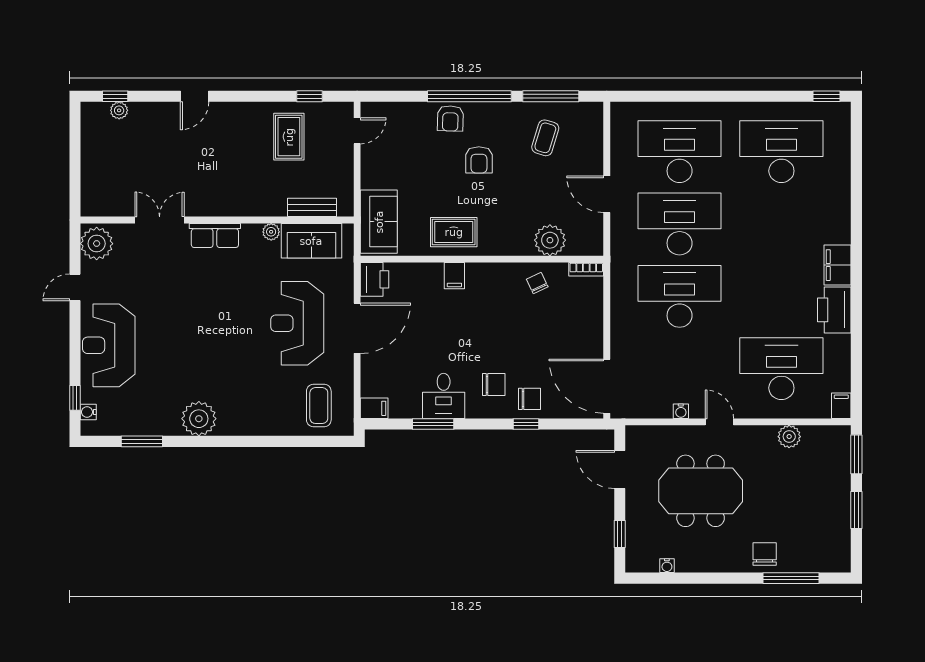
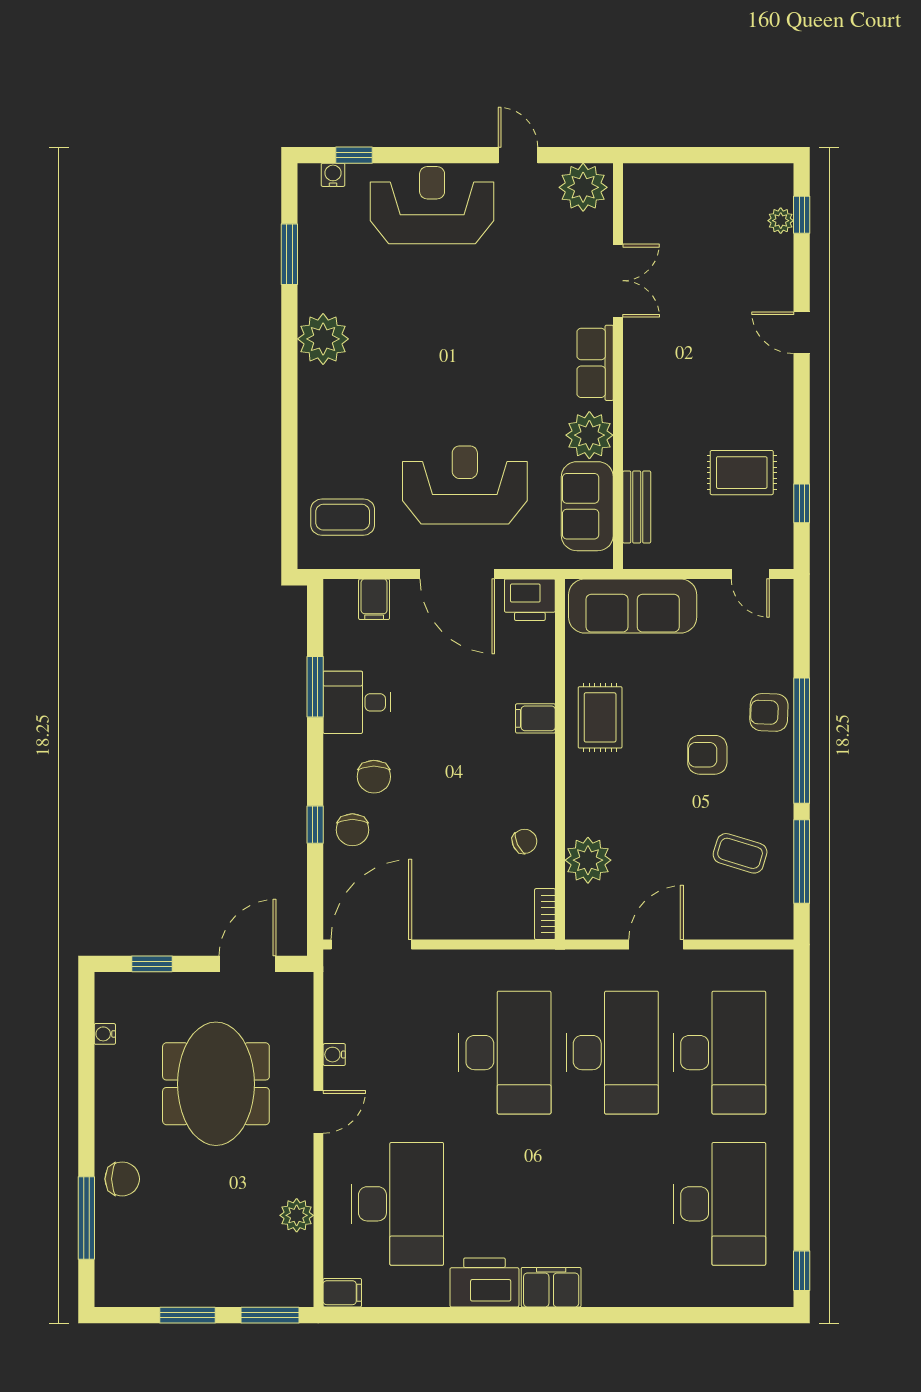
sofa: (379, 222) -> (633, 606), width x1.36
plant: (271, 232) -> (589, 435), width x1.87, depth x1.87
filing cabinet: (374, 408) -> (374, 599), moved

